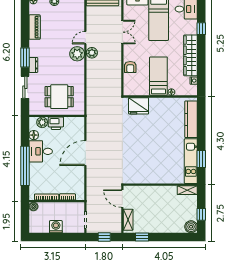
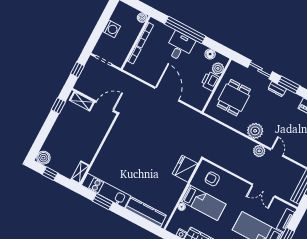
plant: (77, 54) -> (255, 131), moved
armchair: (130, 67) -> (212, 179), moved
desk: (41, 151) -> (180, 46), moved

